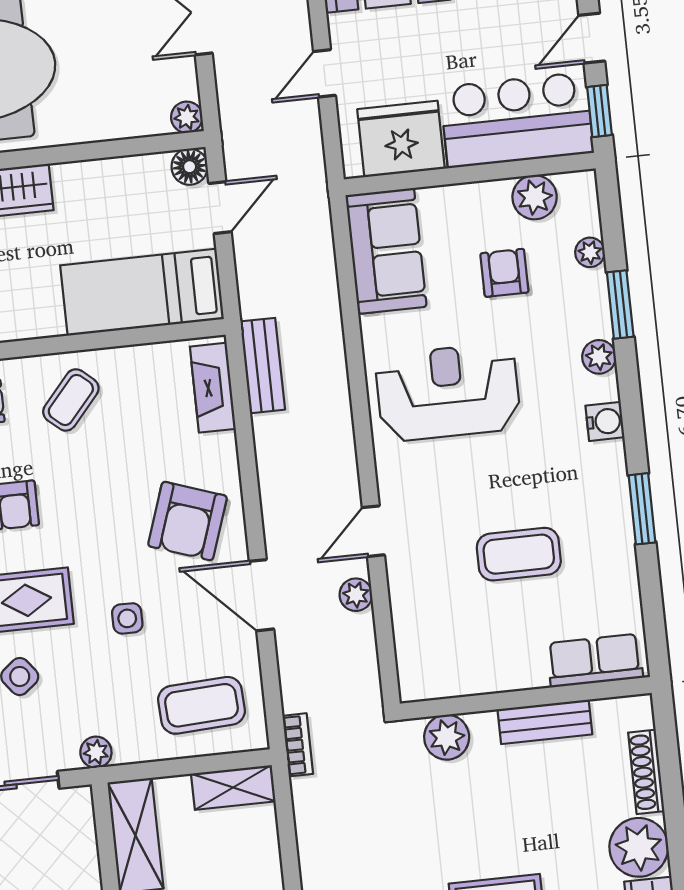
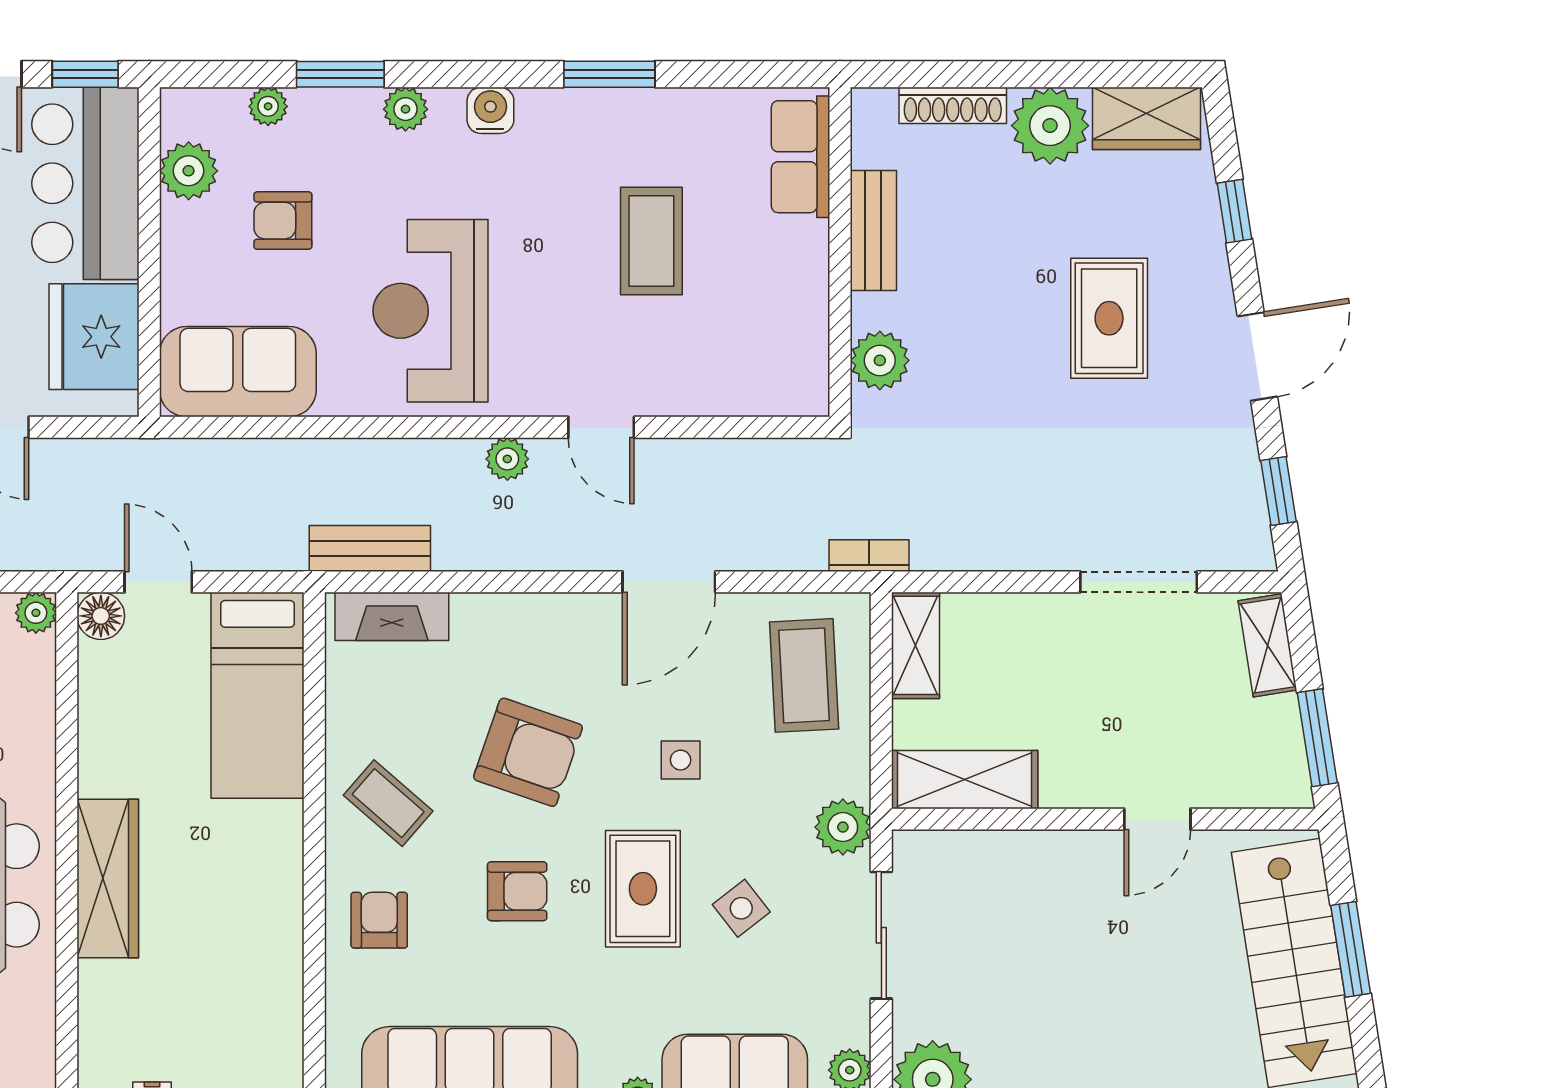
armchair: (188, 521) -> (528, 752), moved
plant: (356, 595) -> (507, 459), moved
plant: (96, 752) -> (843, 827), width x1.38, depth x1.38

